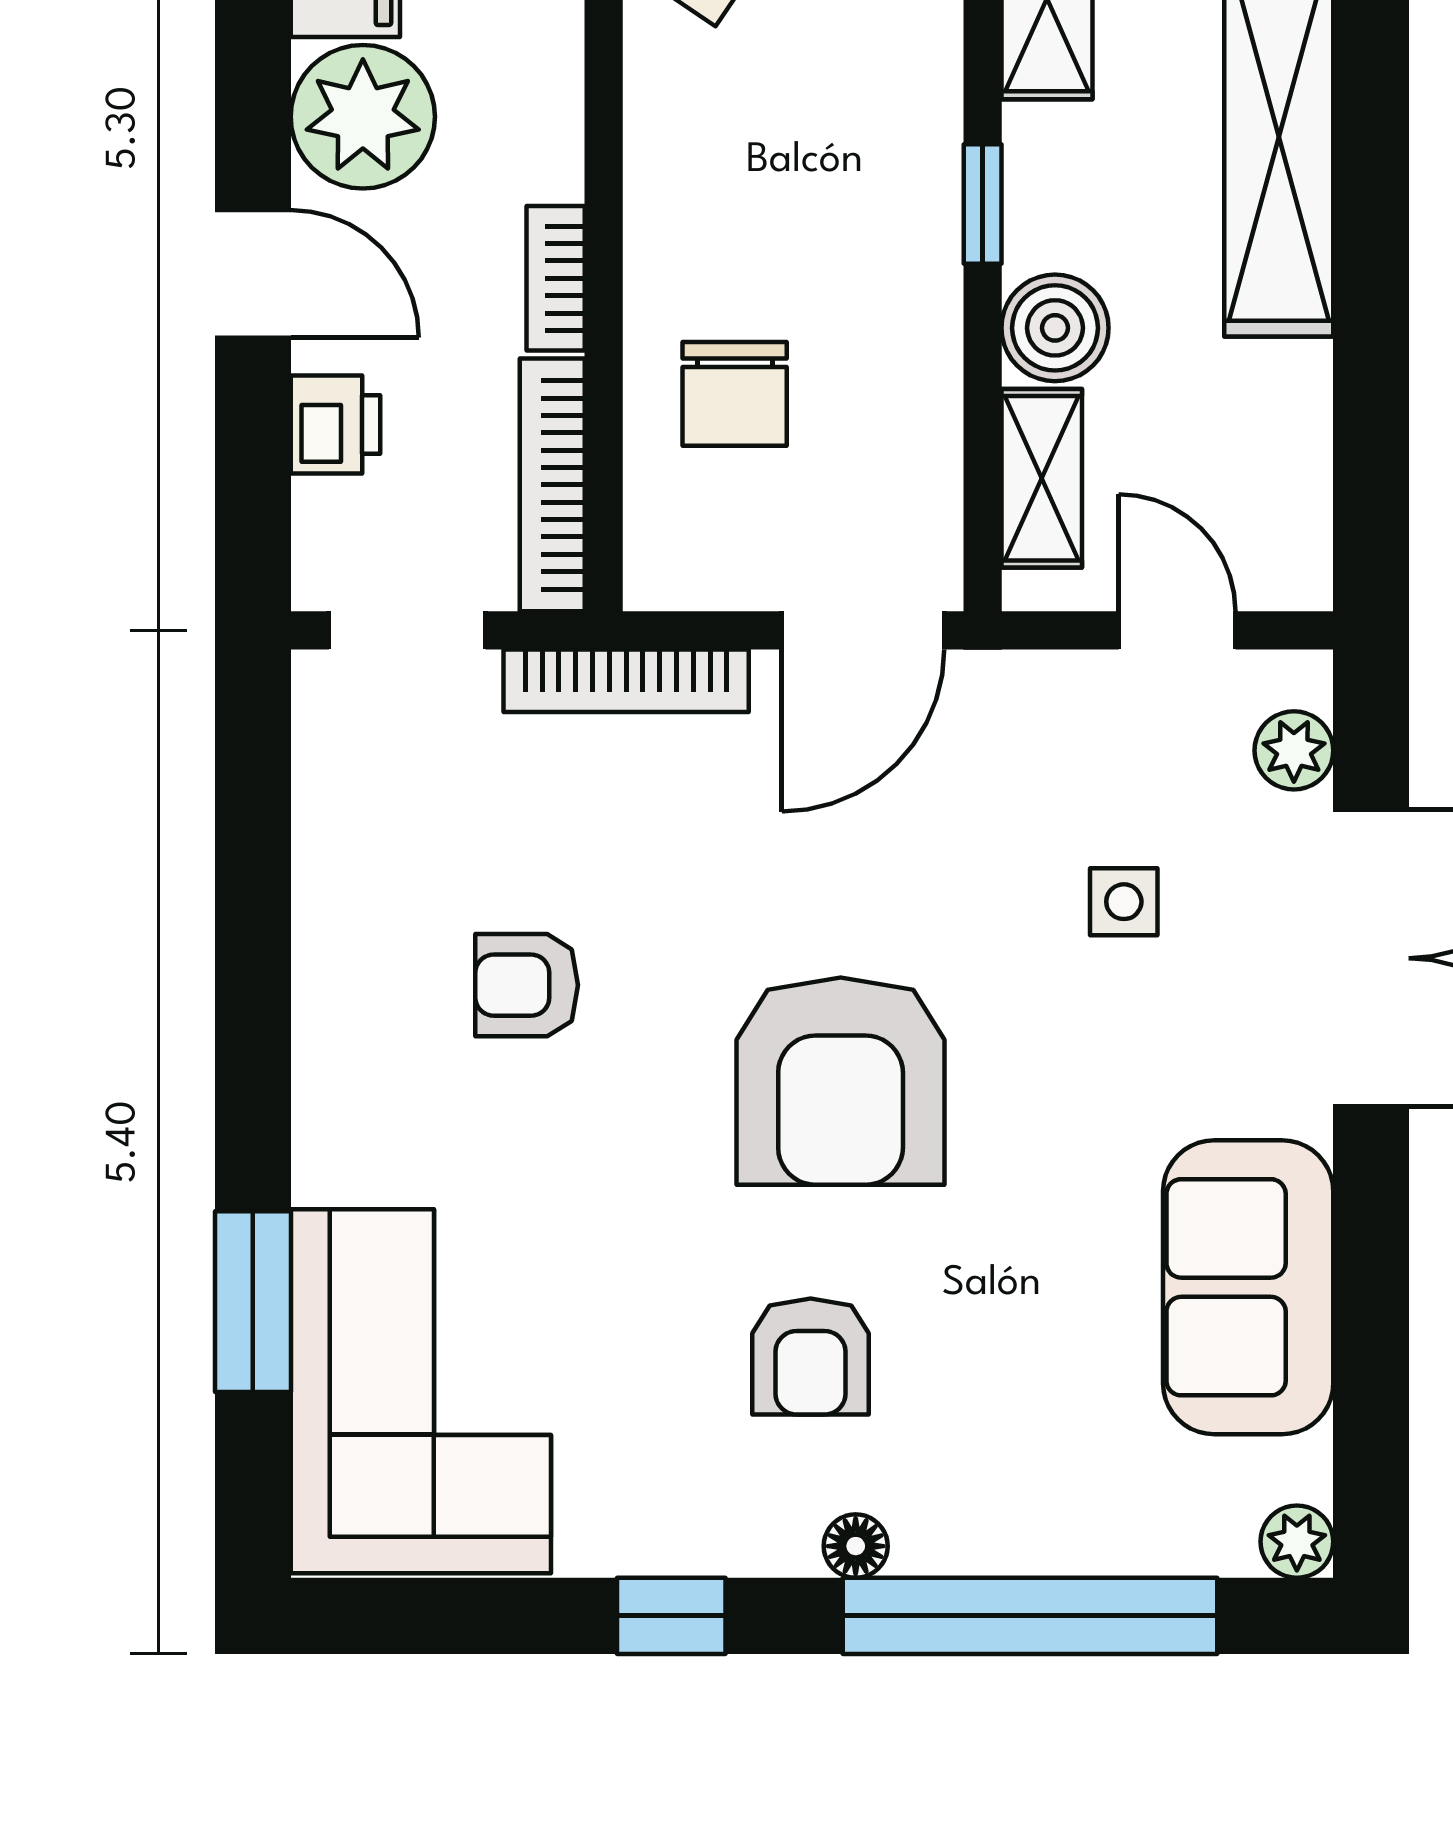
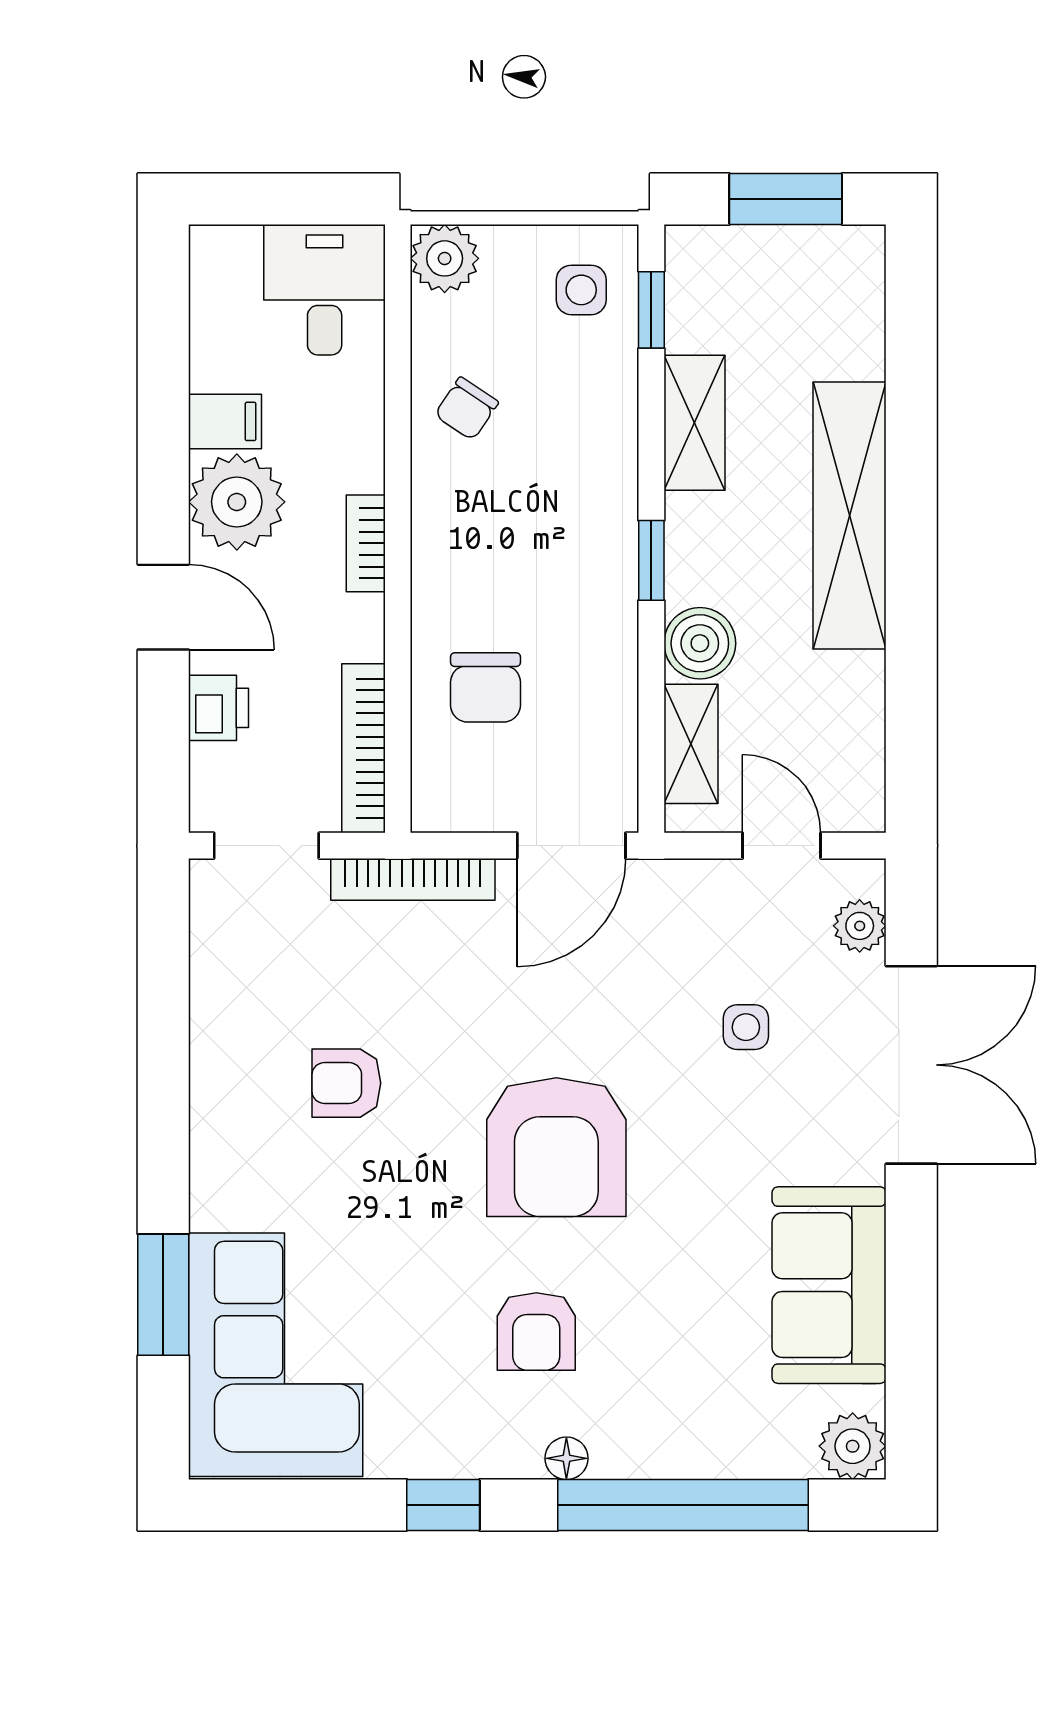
bookcase: (556, 278) -> (366, 543), moved
plant: (1297, 1542) -> (853, 1446), width x1.38, depth x1.38

